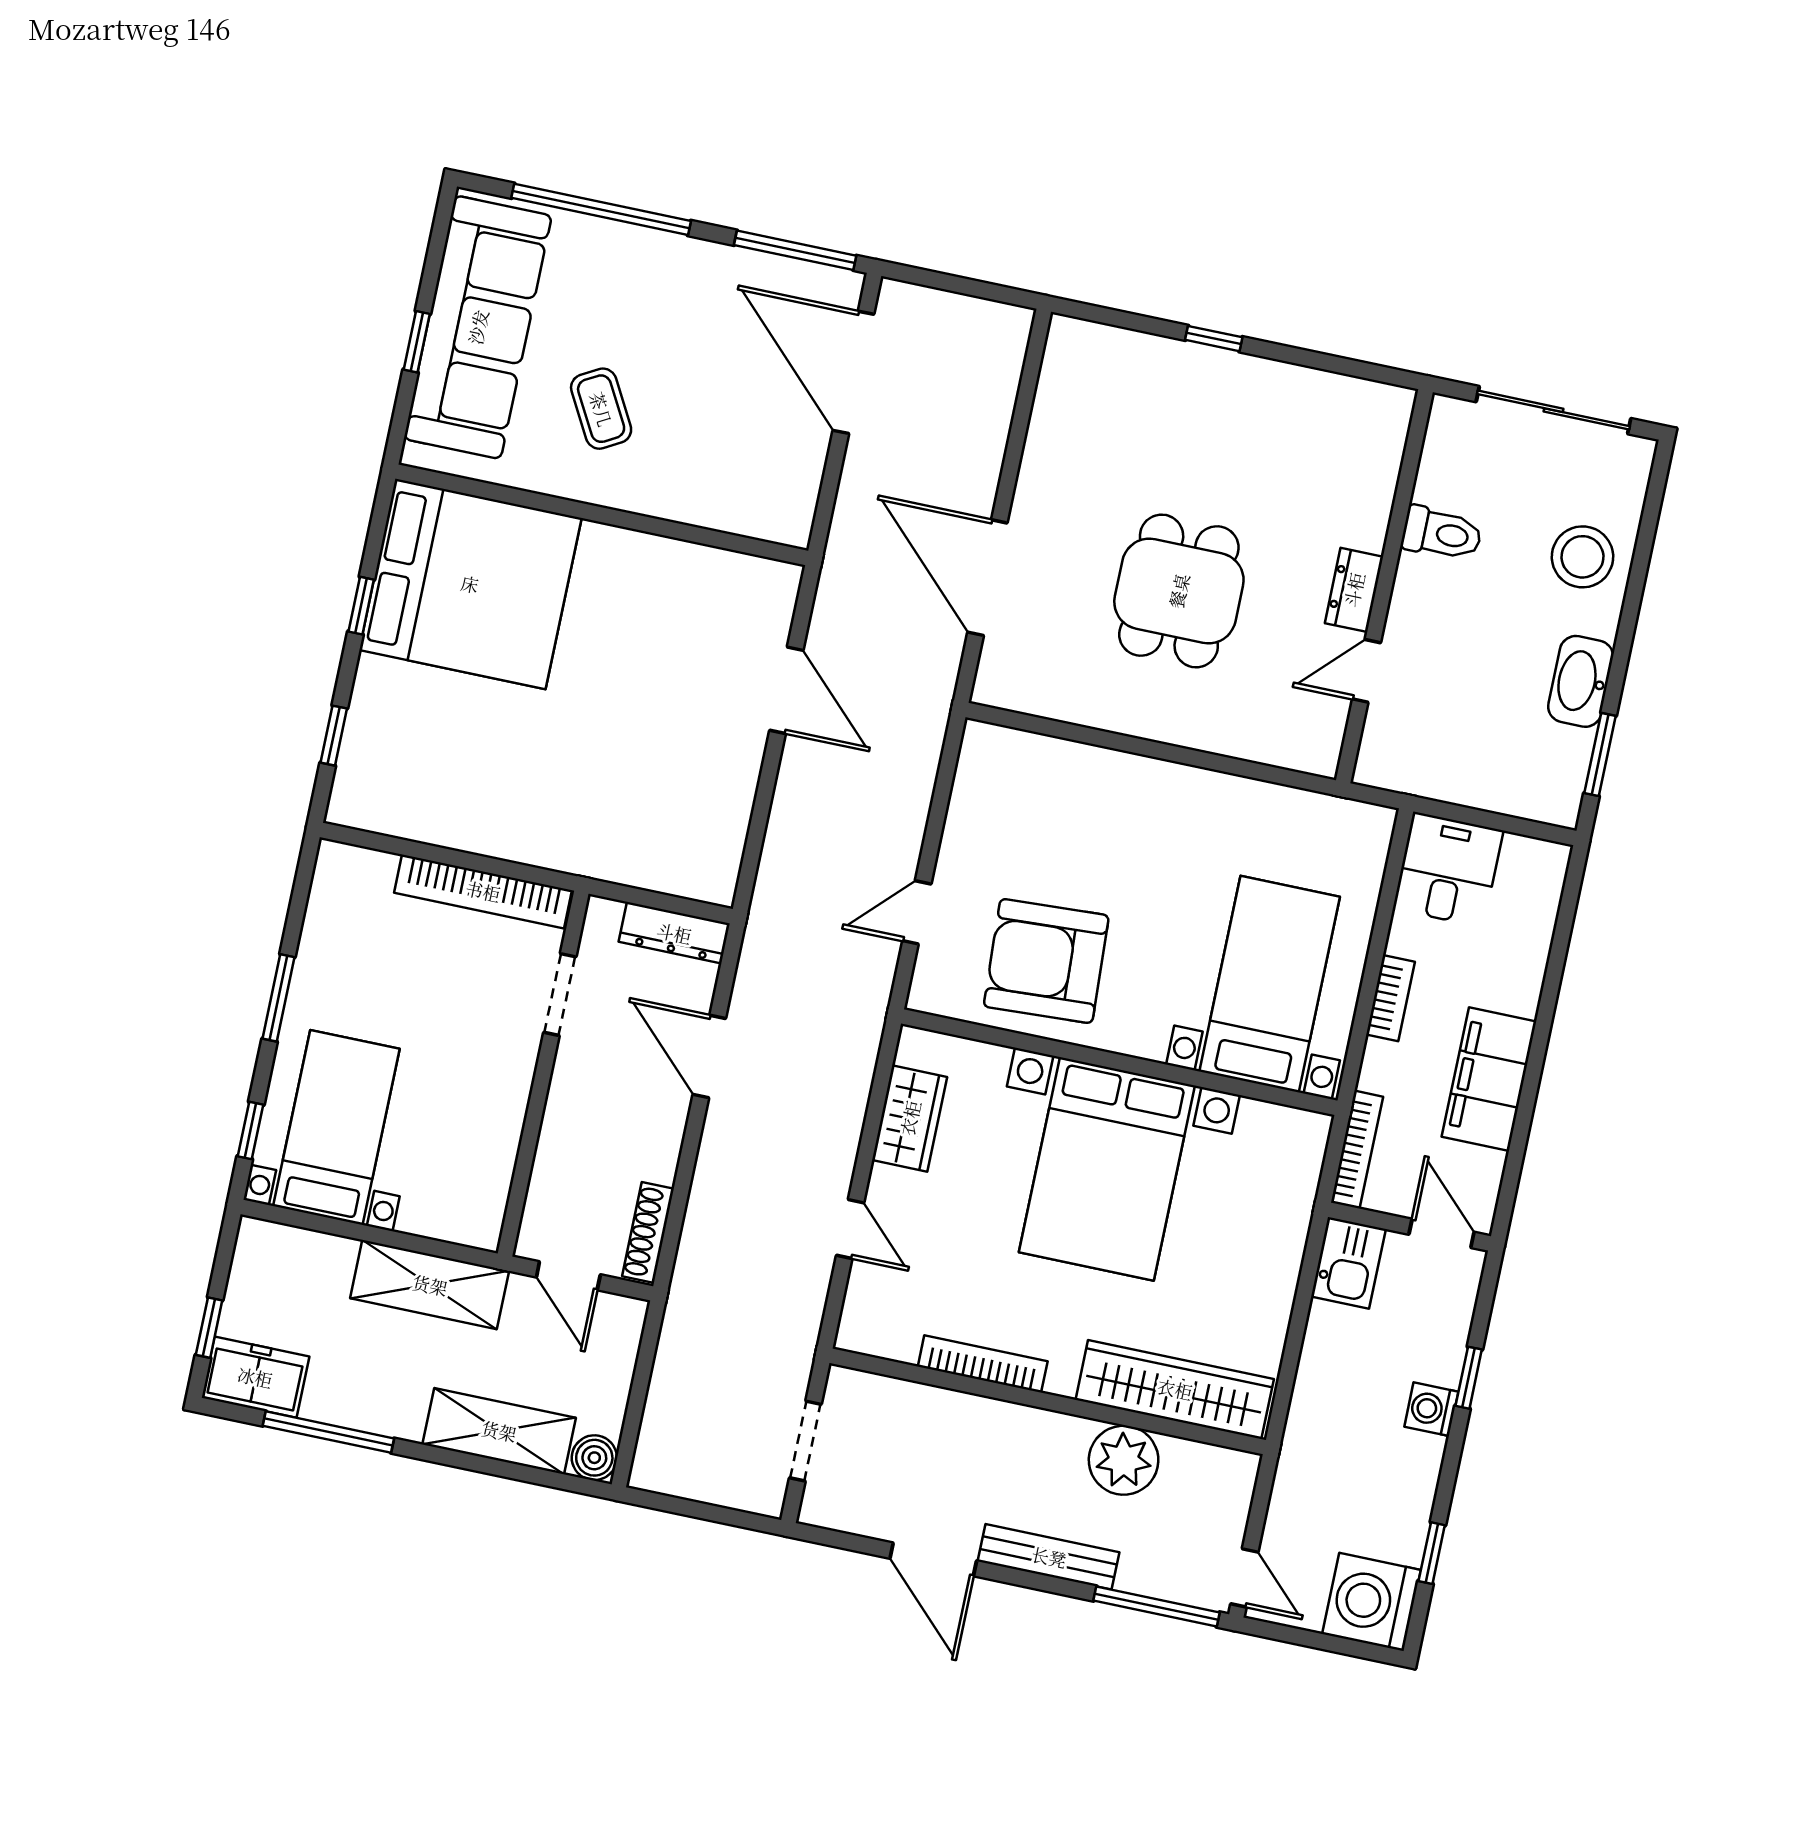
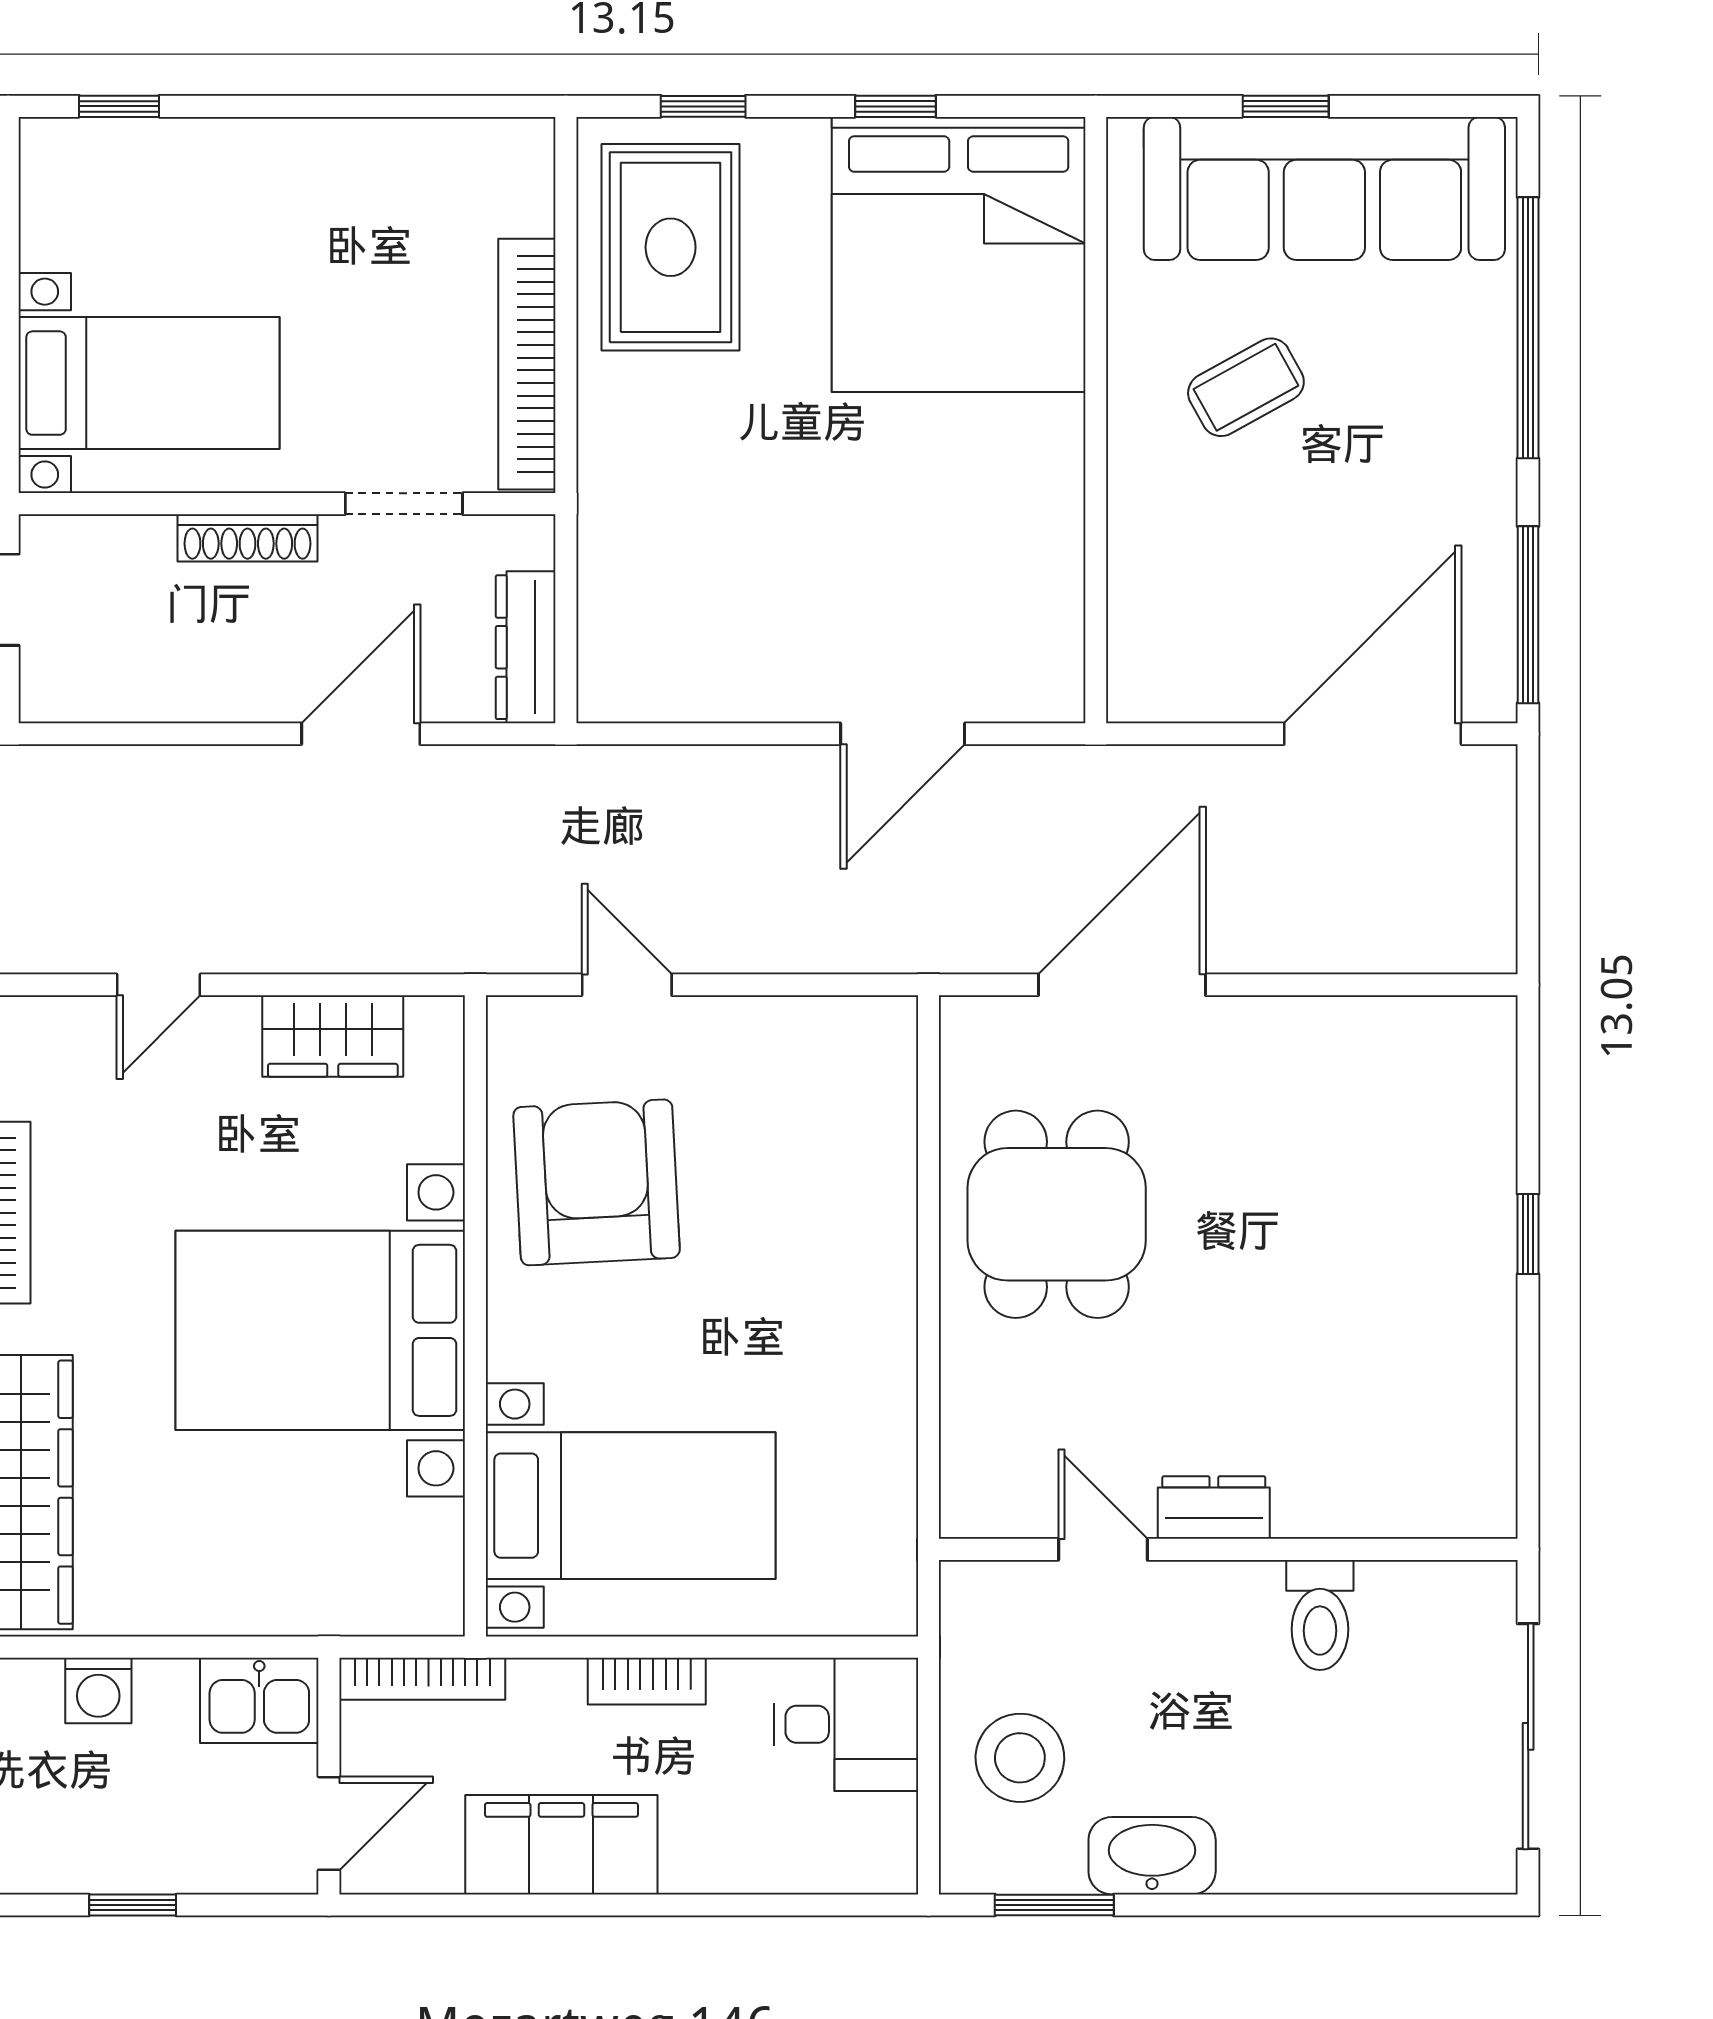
stool: (1582, 557) -> (1020, 1758), moved
dining table: (1179, 591) -> (1057, 1214), moved, turned 90
rug: (424, 778) -> (671, 247), added
window: (278, 998) -> (315, 106), removed
bed with nightstands: (336, 1127) -> (149, 383), moved
shoe rack: (648, 1232) -> (247, 538), moved, turned 180
washing machine: (1431, 1409) -> (98, 1690), moved, turned 180

